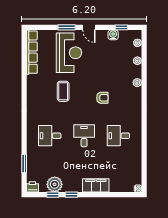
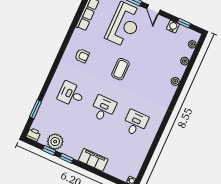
coffee table: (63, 91) -> (121, 69), moved
armchair: (102, 98) -> (82, 56), moved
desk: (118, 136) -> (135, 123), turned 90

